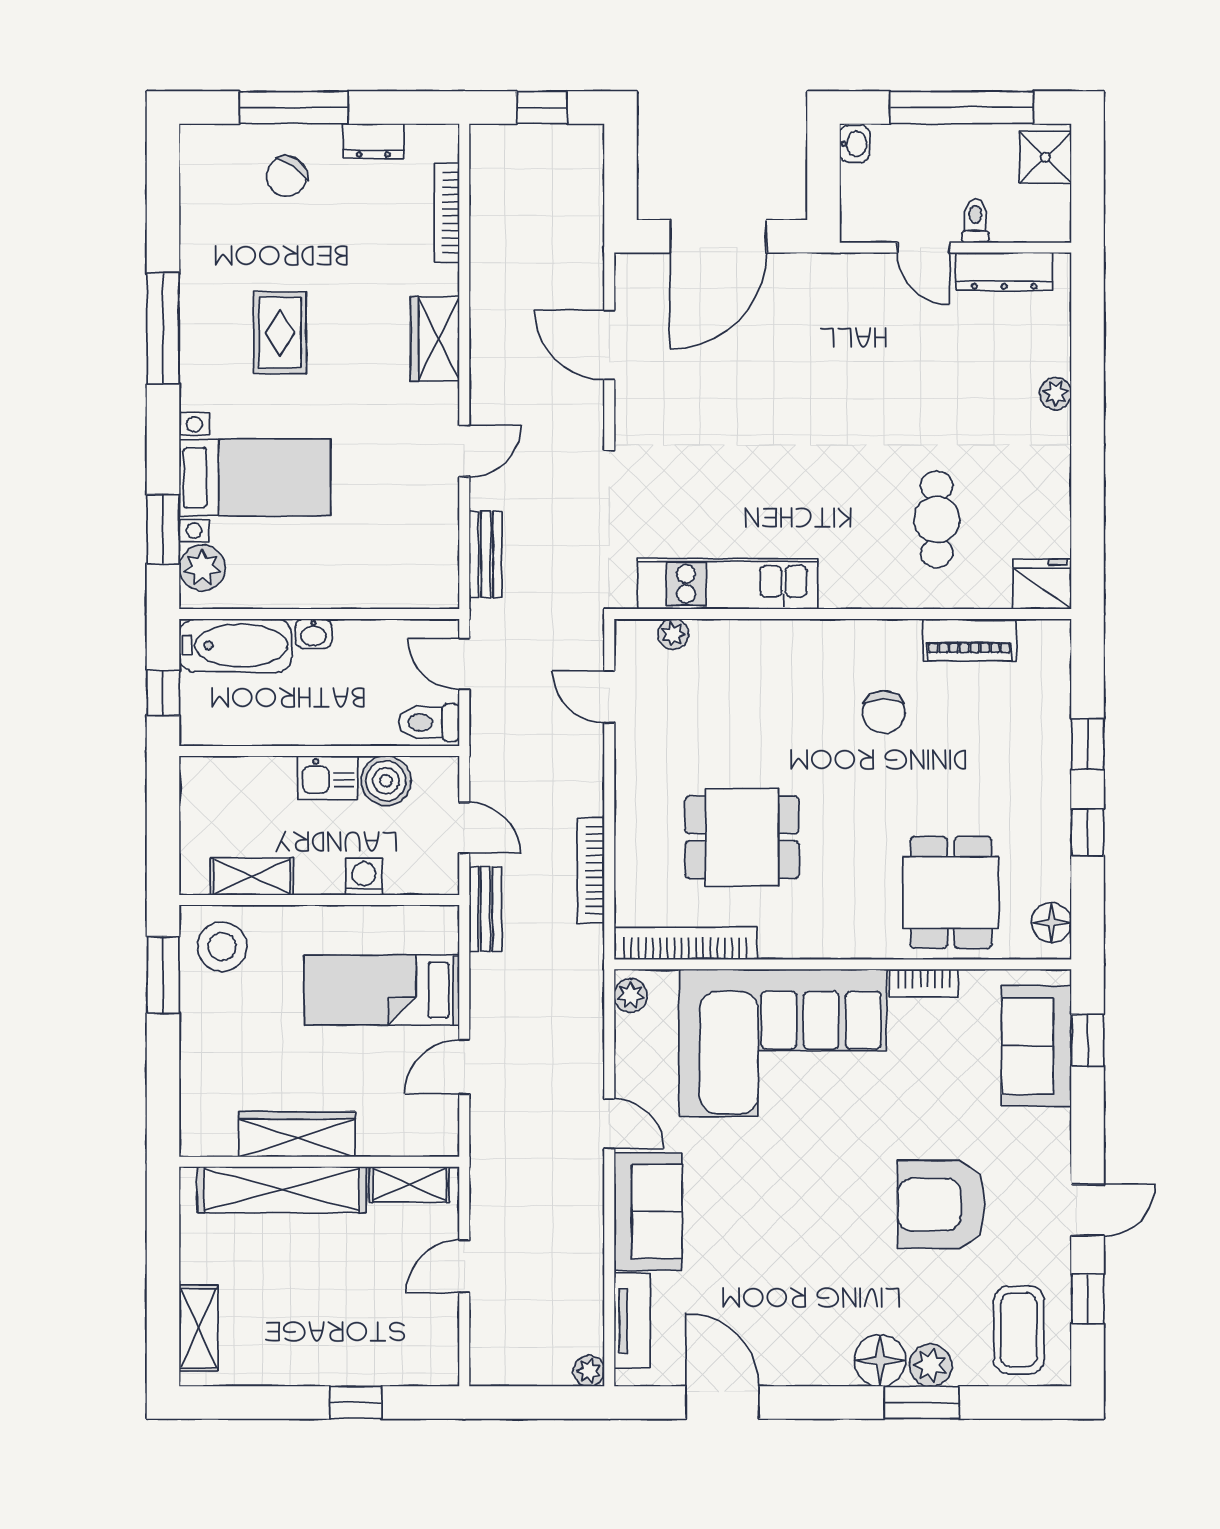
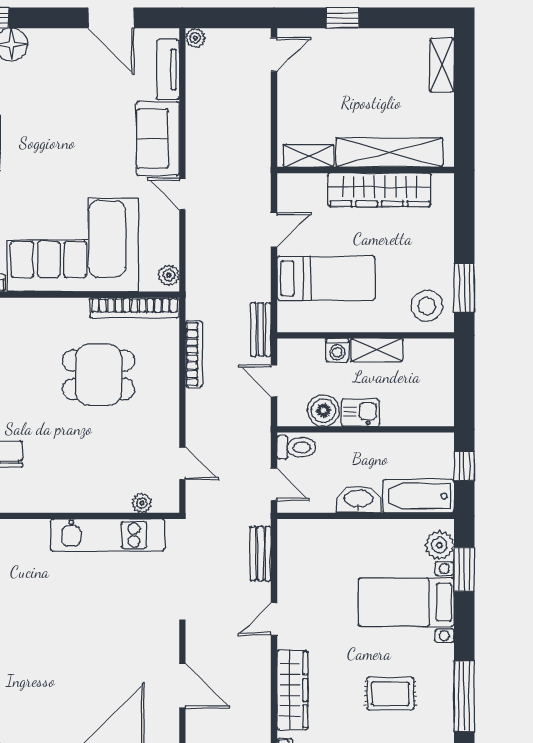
rug: (280, 333) -> (390, 694), turned 90
wardrobe: (435, 339) -> (292, 690), width x1.50
washbasin: (314, 634) -> (359, 499), width x1.91, depth x1.45
shelving: (252, 877) -> (377, 350), moved
wardrobe: (297, 1134) -> (380, 190), width x1.40, depth x1.17
door: (464, 1266) -> (274, 55), moved

